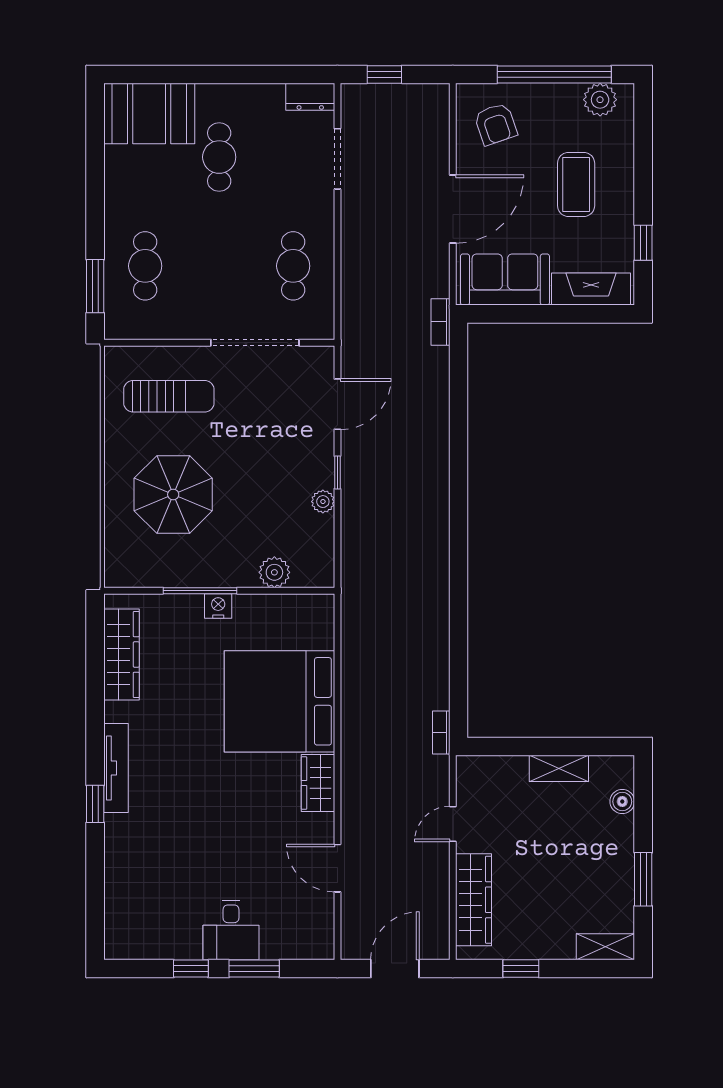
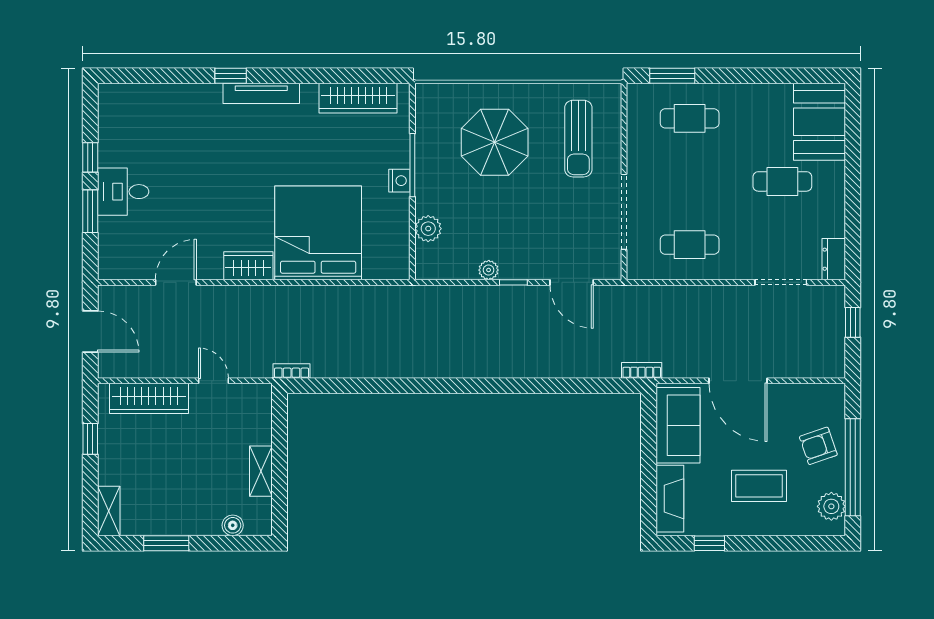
armchair: (496, 124) -> (818, 446), moved

